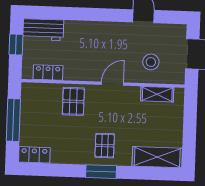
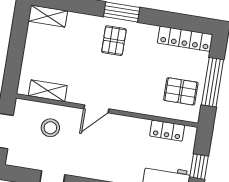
pallet: (73, 101) -> (181, 91), moved, turned 90
locker: (34, 155) -> (185, 39), width x1.53
shelving: (157, 157) -> (48, 16), width x0.67, depth x0.75

